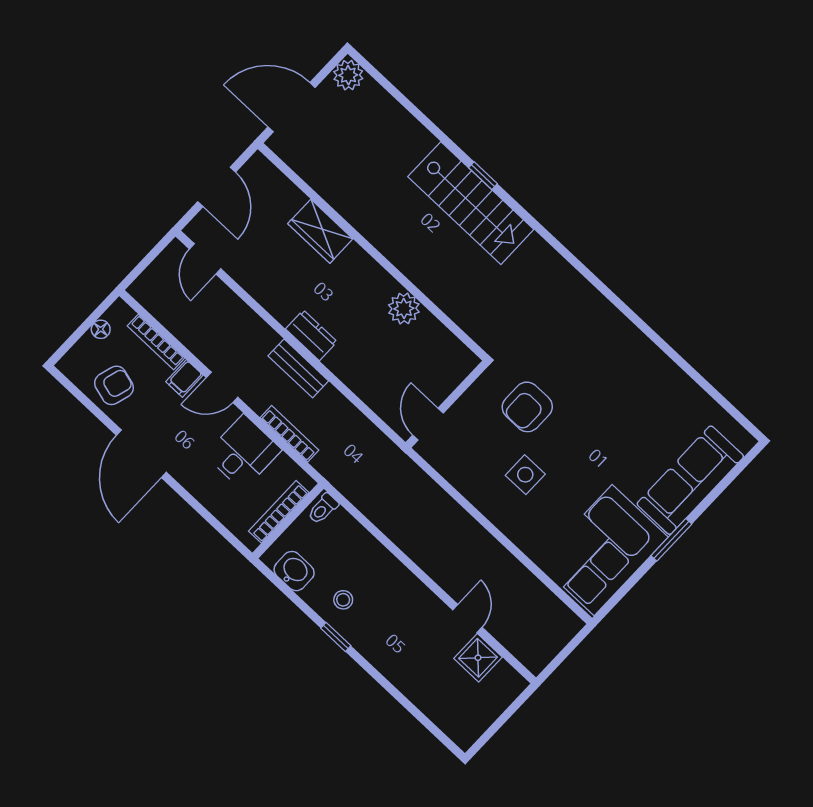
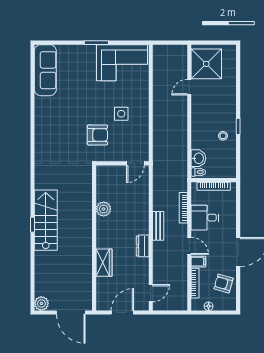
dresser: (311, 335) -> (143, 246), moved
sofa: (690, 480) -> (45, 70), moved, turned -90
washbasin: (294, 571) -> (198, 158), moved, turned 180
shower: (478, 658) -> (206, 64), width x1.86, depth x1.86

